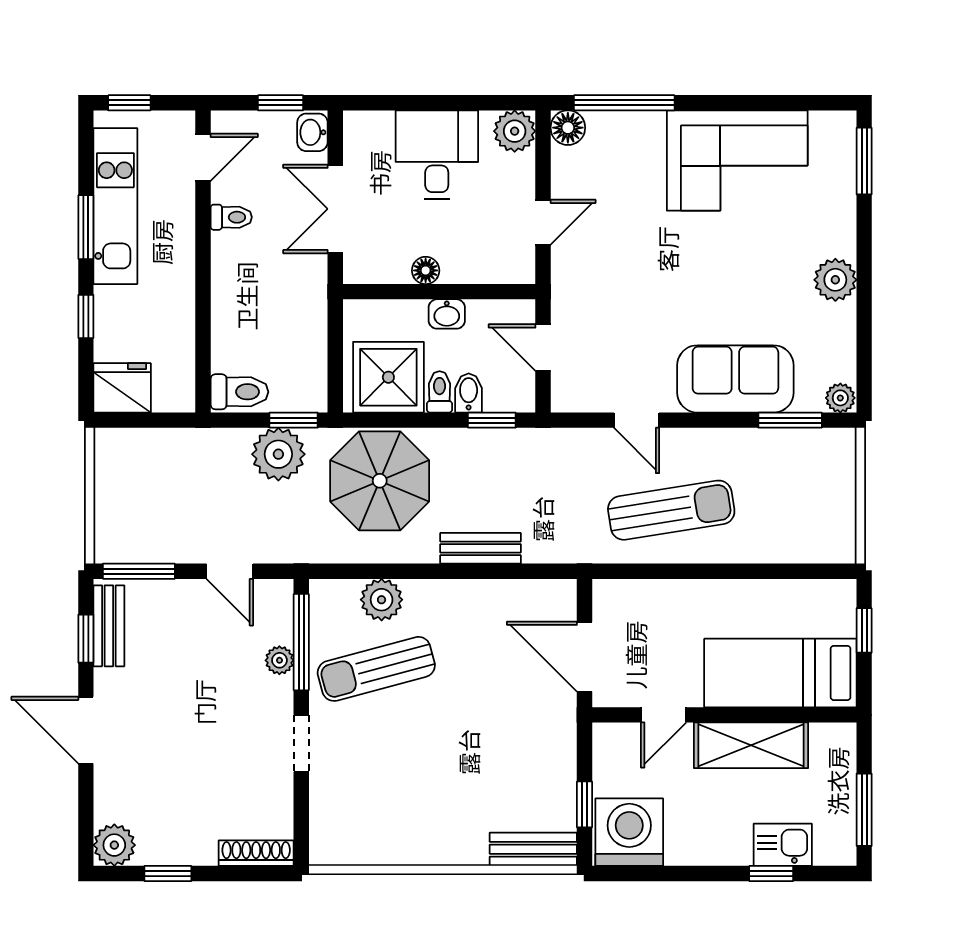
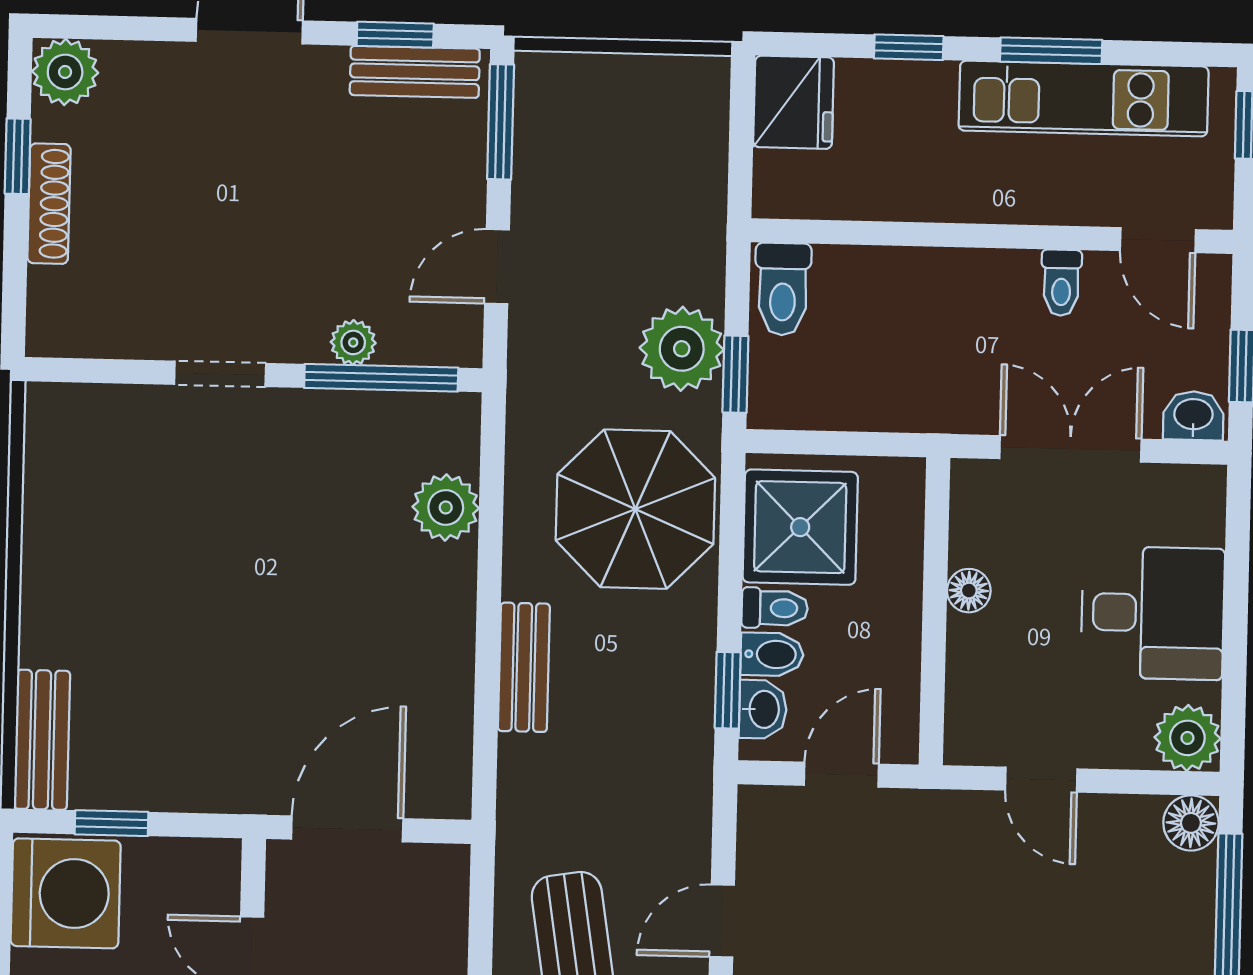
washbasin: (447, 314) -> (763, 709), moved, turned 180
sun lounger: (376, 669) -> (336, 496), removed
shoe rack: (256, 853) -> (49, 204), moved

